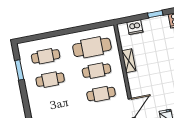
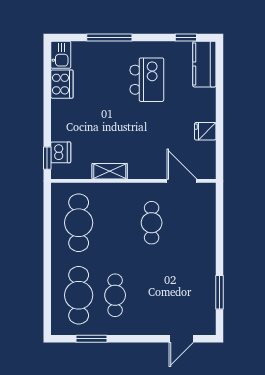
window: (155, 14) -> (47, 158), moved
cafe table: (46, 56) -> (79, 295), width x1.37, depth x1.35
cafe table: (97, 71) -> (115, 223), removed

